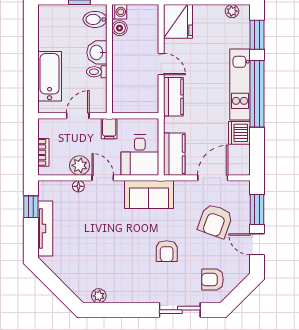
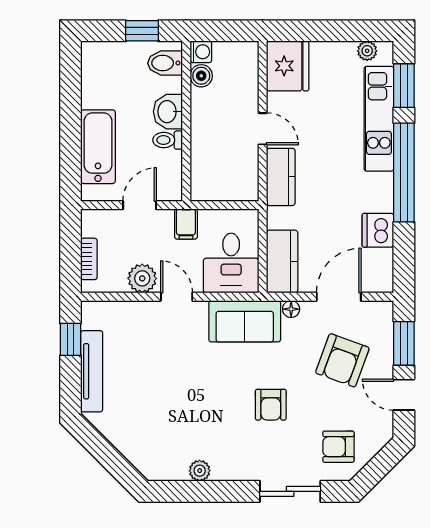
kitchen unit: (240, 85) -> (379, 119), moved
floor lamp: (78, 186) -> (291, 309), moved
plant: (99, 296) -> (200, 471), moved

